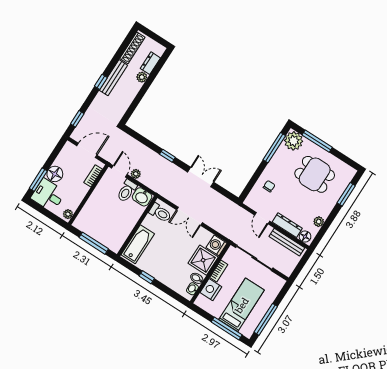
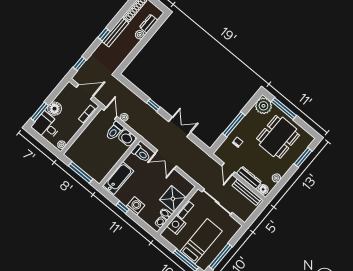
window: (274, 148) -> (234, 124), moved
dining table: (315, 174) -> (278, 137), width x1.38
washing machine: (217, 245) -> (135, 206), moved, turned 90

